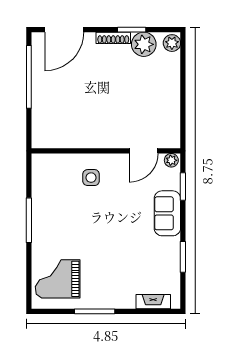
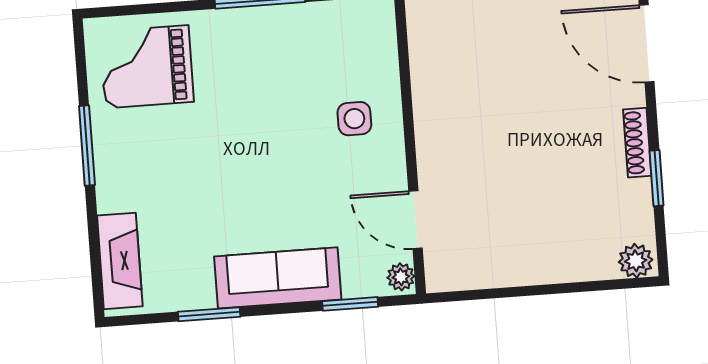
plant: (144, 44) -> (629, 205), removed
sofa: (167, 213) -> (278, 278), width x1.36
grand piano: (58, 279) -> (147, 67), turned -90
fireplace: (153, 302) -> (120, 261), width x1.37, depth x1.32

